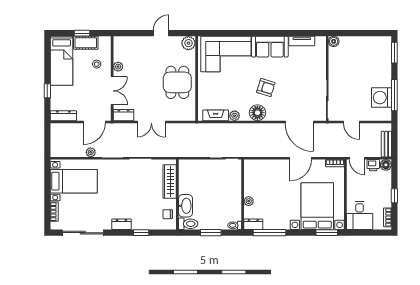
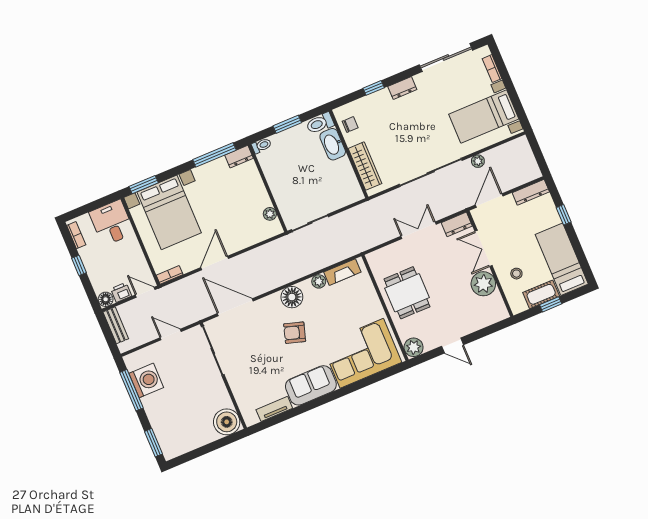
door: (161, 33) -> (453, 346), hinge flipped
boiler: (334, 41) -> (227, 422), width x1.86, depth x1.86
plant: (118, 67) -> (483, 284), width x1.88, depth x1.88
plant: (249, 201) -> (270, 214), moved

